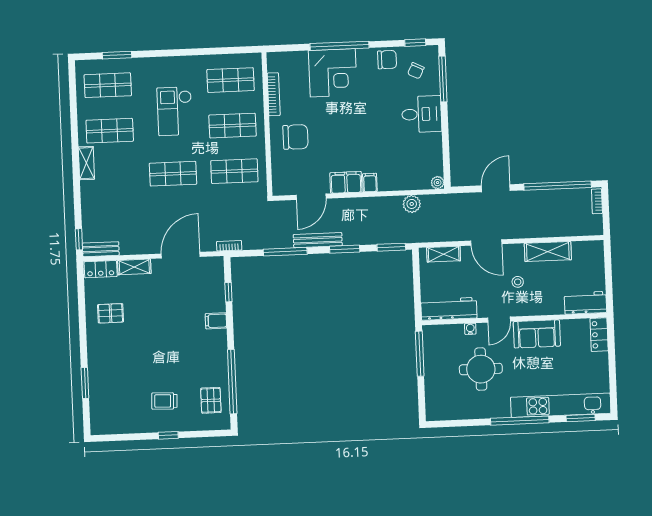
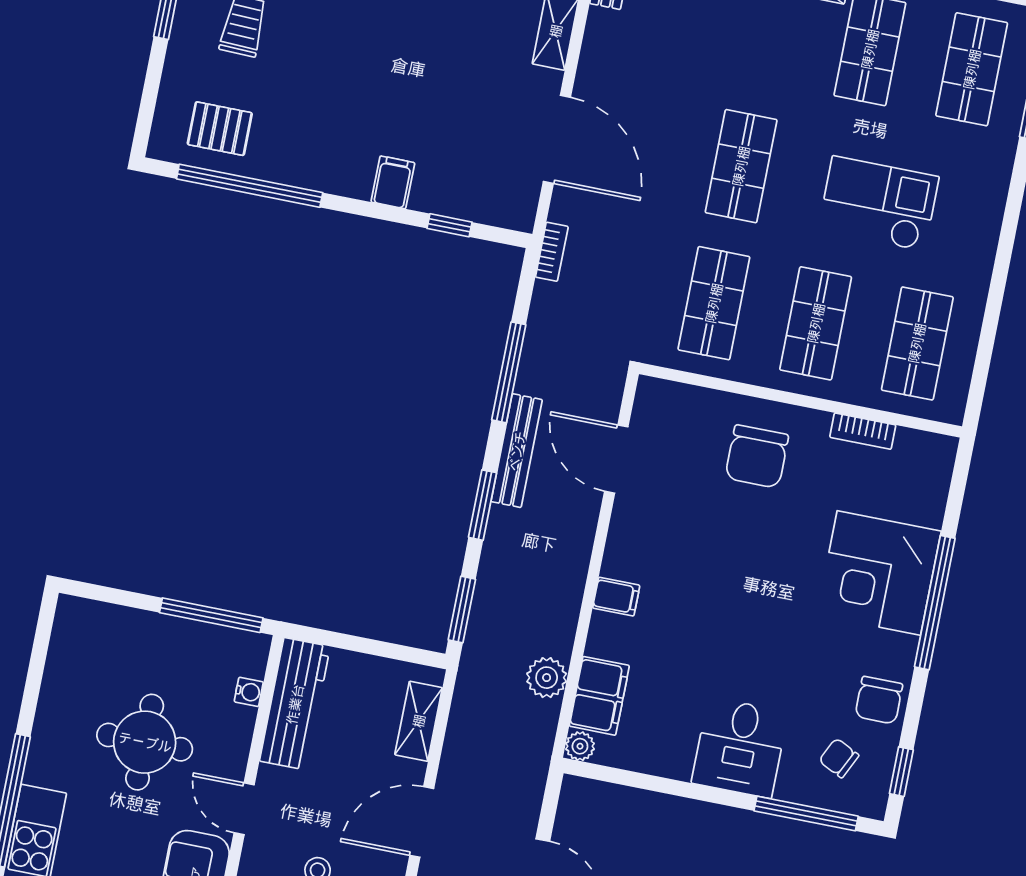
bookcase: (274, 94) -> (863, 431), width x0.64
filing cabinet: (346, 182) -> (599, 696), moved
water cooler: (470, 329) -> (249, 692), moved

